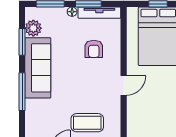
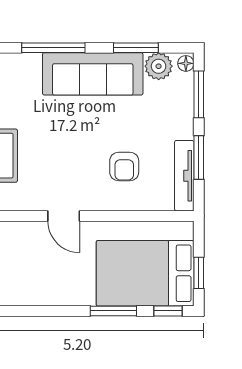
floor lamp: (72, 12) -> (186, 63), moved
armchair: (94, 49) -> (124, 166), turned -90

